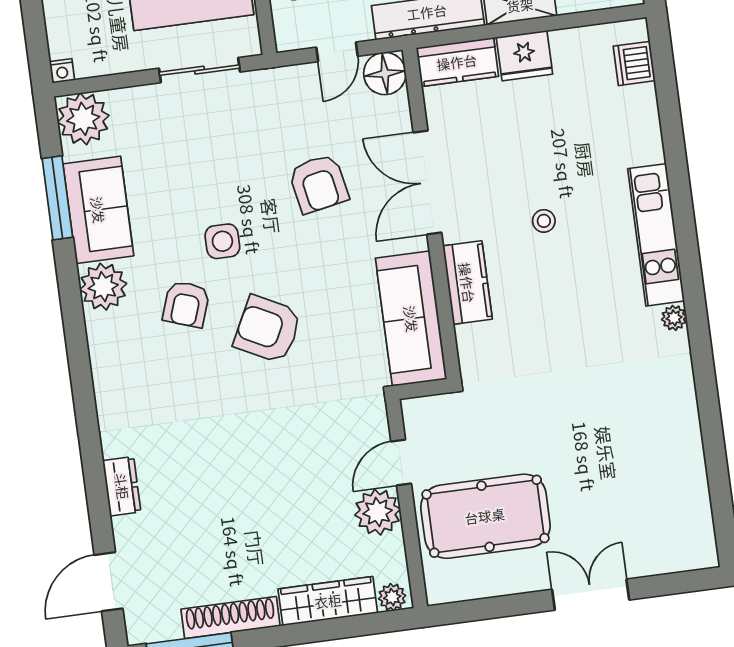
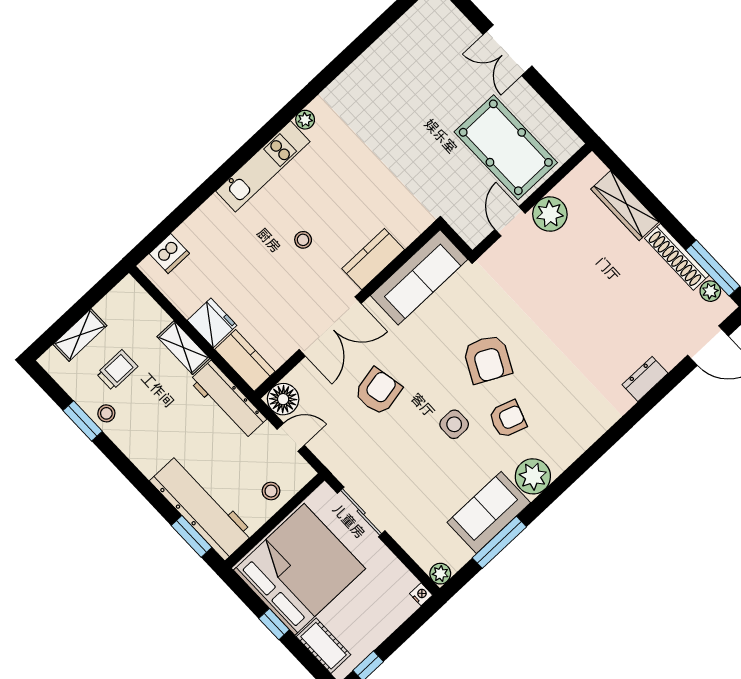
plant: (83, 119) -> (440, 574), width x0.53, depth x0.53
door: (401, 463) -> (510, 221), swing flipped
plant: (392, 597) -> (710, 291), moved

